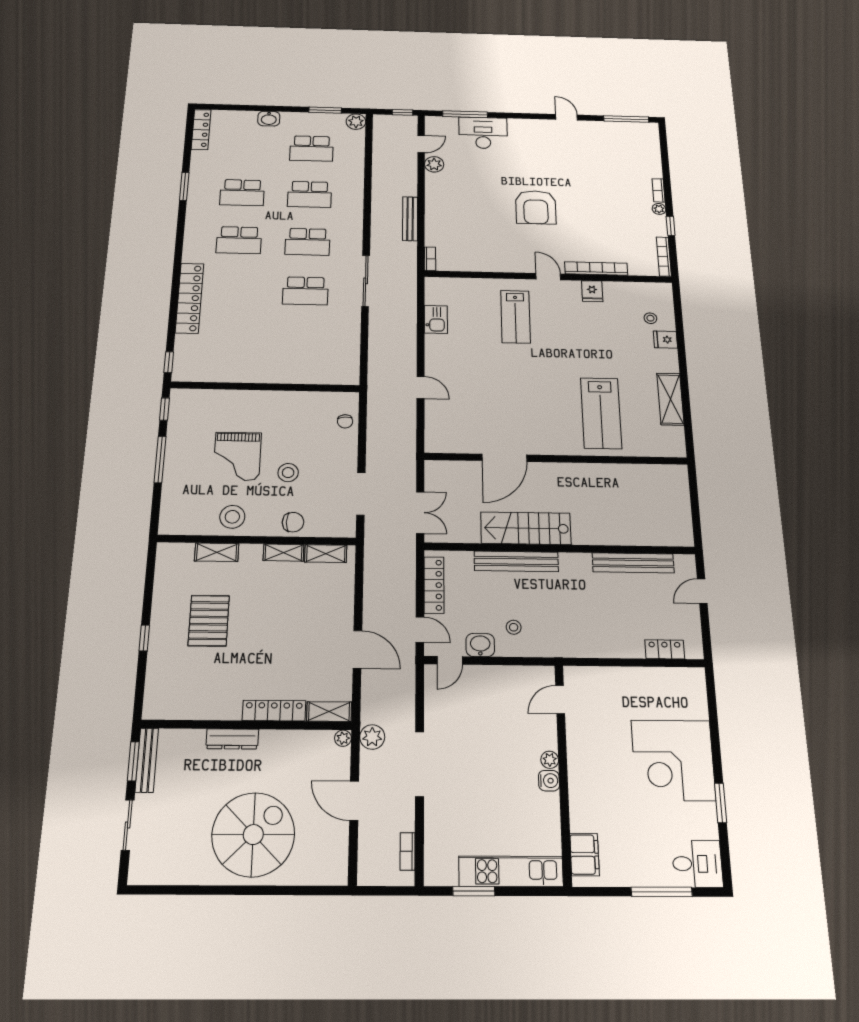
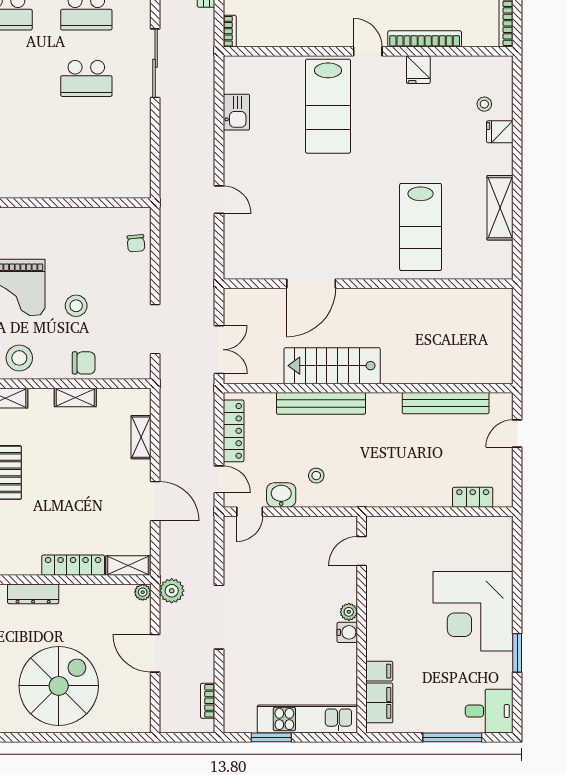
lab bench: (516, 317) -> (328, 106), width x1.36, depth x1.39
shelving: (326, 554) -> (141, 437), moved, turned 90
filing cabinet: (583, 821) -> (379, 671), added

